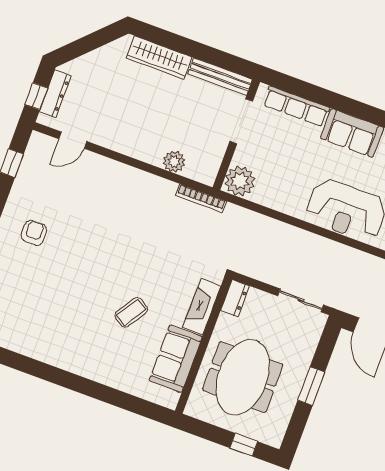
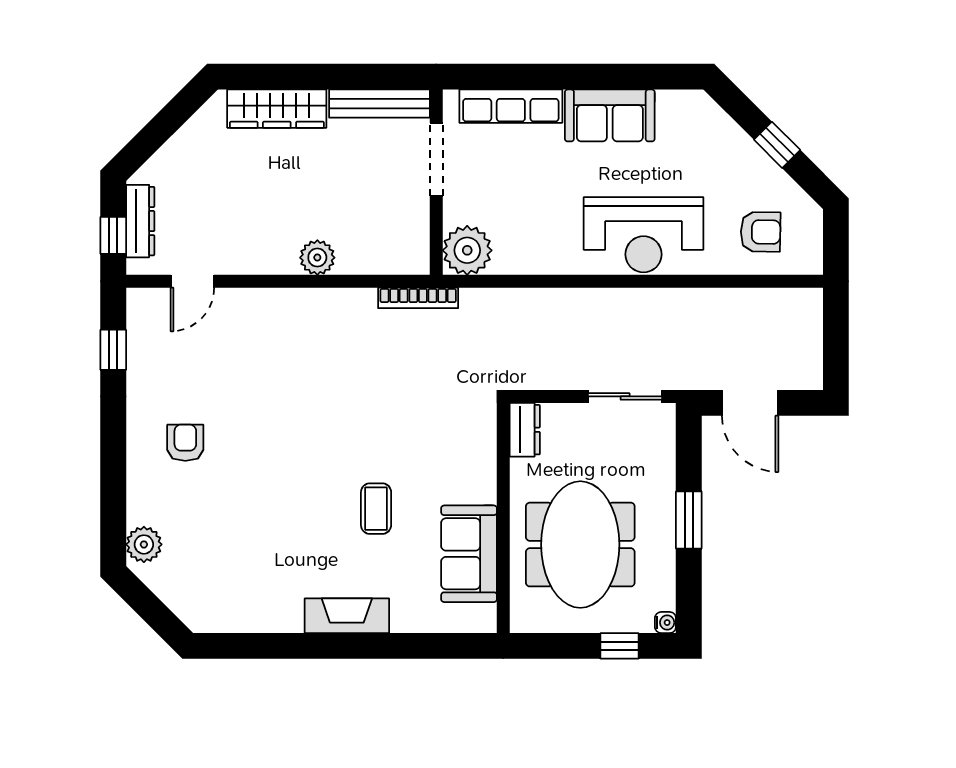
plant: (174, 162) -> (317, 258), moved
fireplace: (202, 307) -> (347, 616), moved, turned 90
coffee table: (131, 312) -> (376, 509), turned -33
water cooler: (276, 441) -> (665, 623), added

